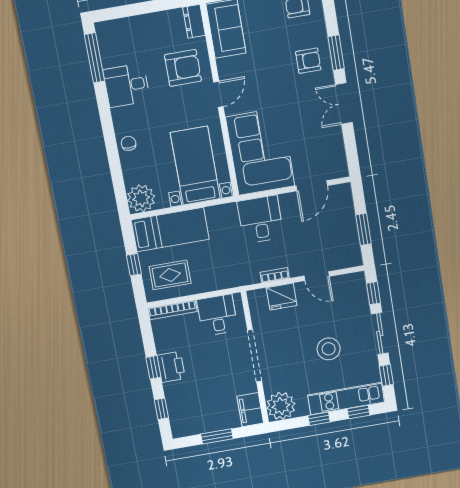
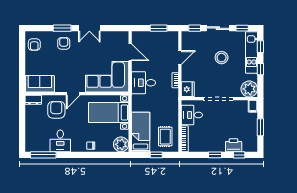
door: (218, 94) -> (73, 94), swing flipped
fridge: (282, 297) -> (188, 89), moved
printer: (171, 367) -> (234, 145), moved
filing cabinet: (250, 410) -> (253, 106), width x0.50

